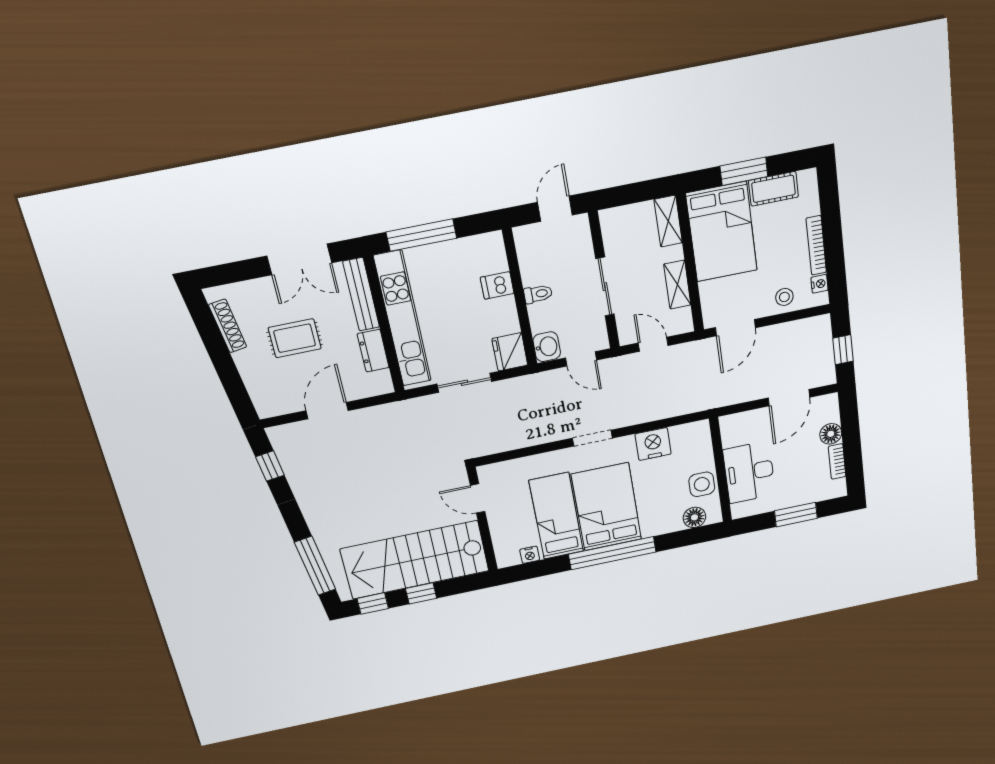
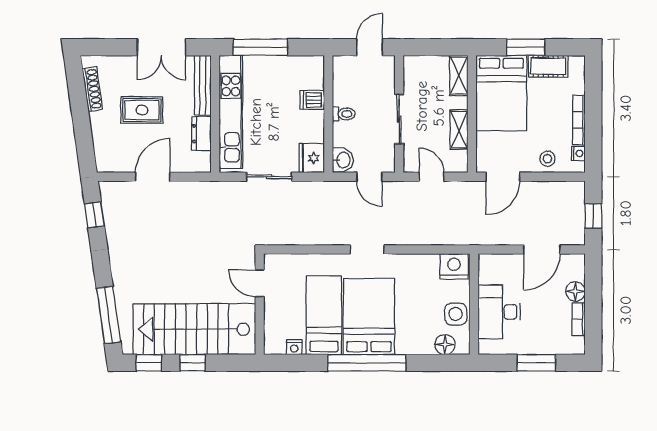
nightstand: (653, 444) -> (454, 266), moved

